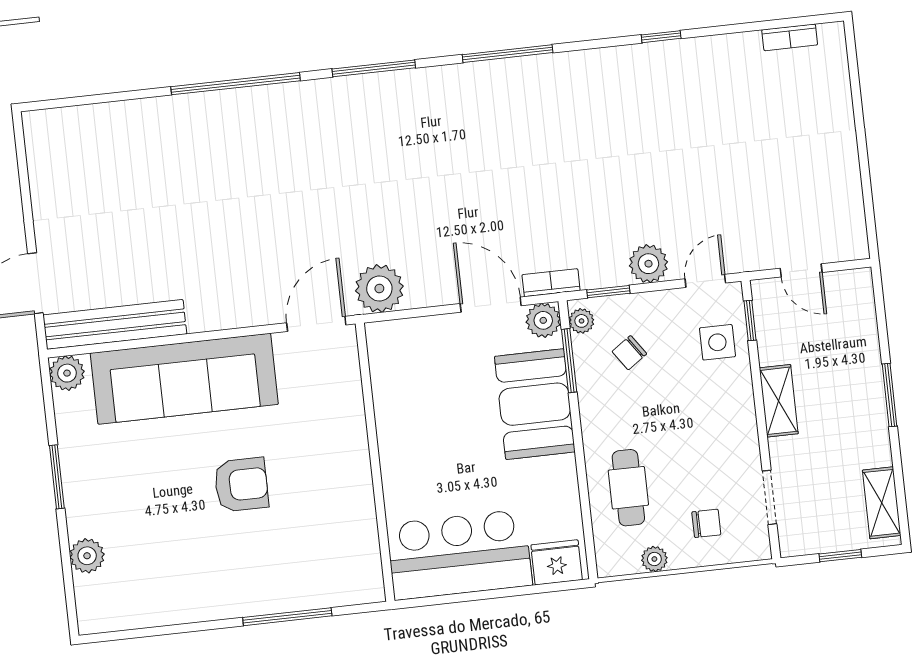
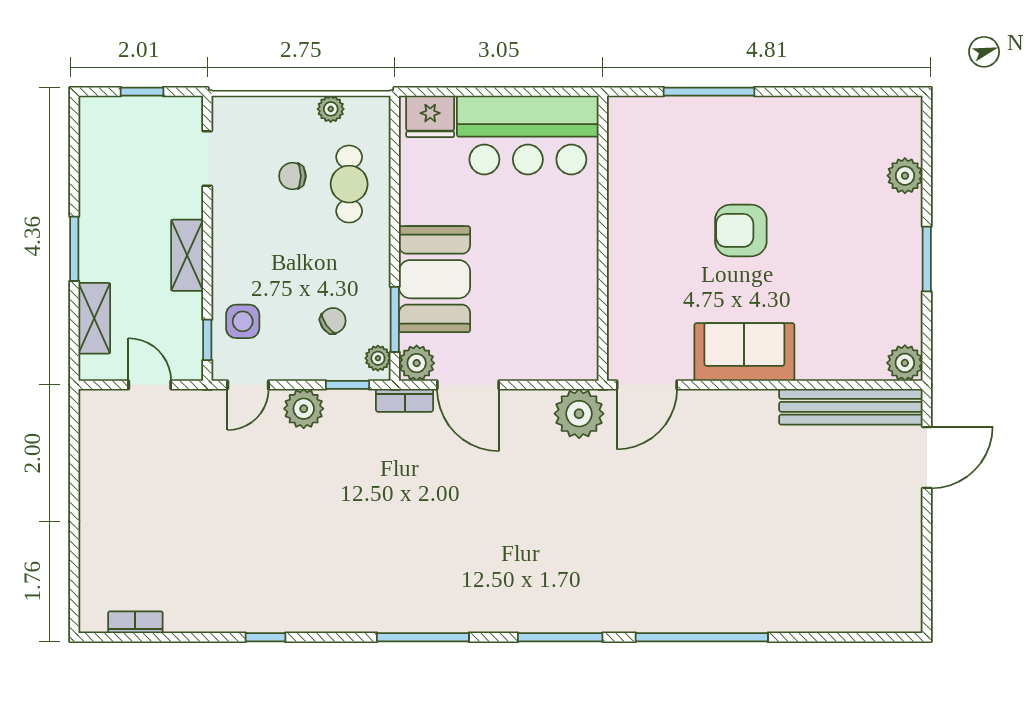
sofa: (184, 379) -> (744, 352), width x0.54, depth x0.79
shelving: (882, 503) -> (94, 318), moved
chair: (706, 523) -> (292, 176), moved

